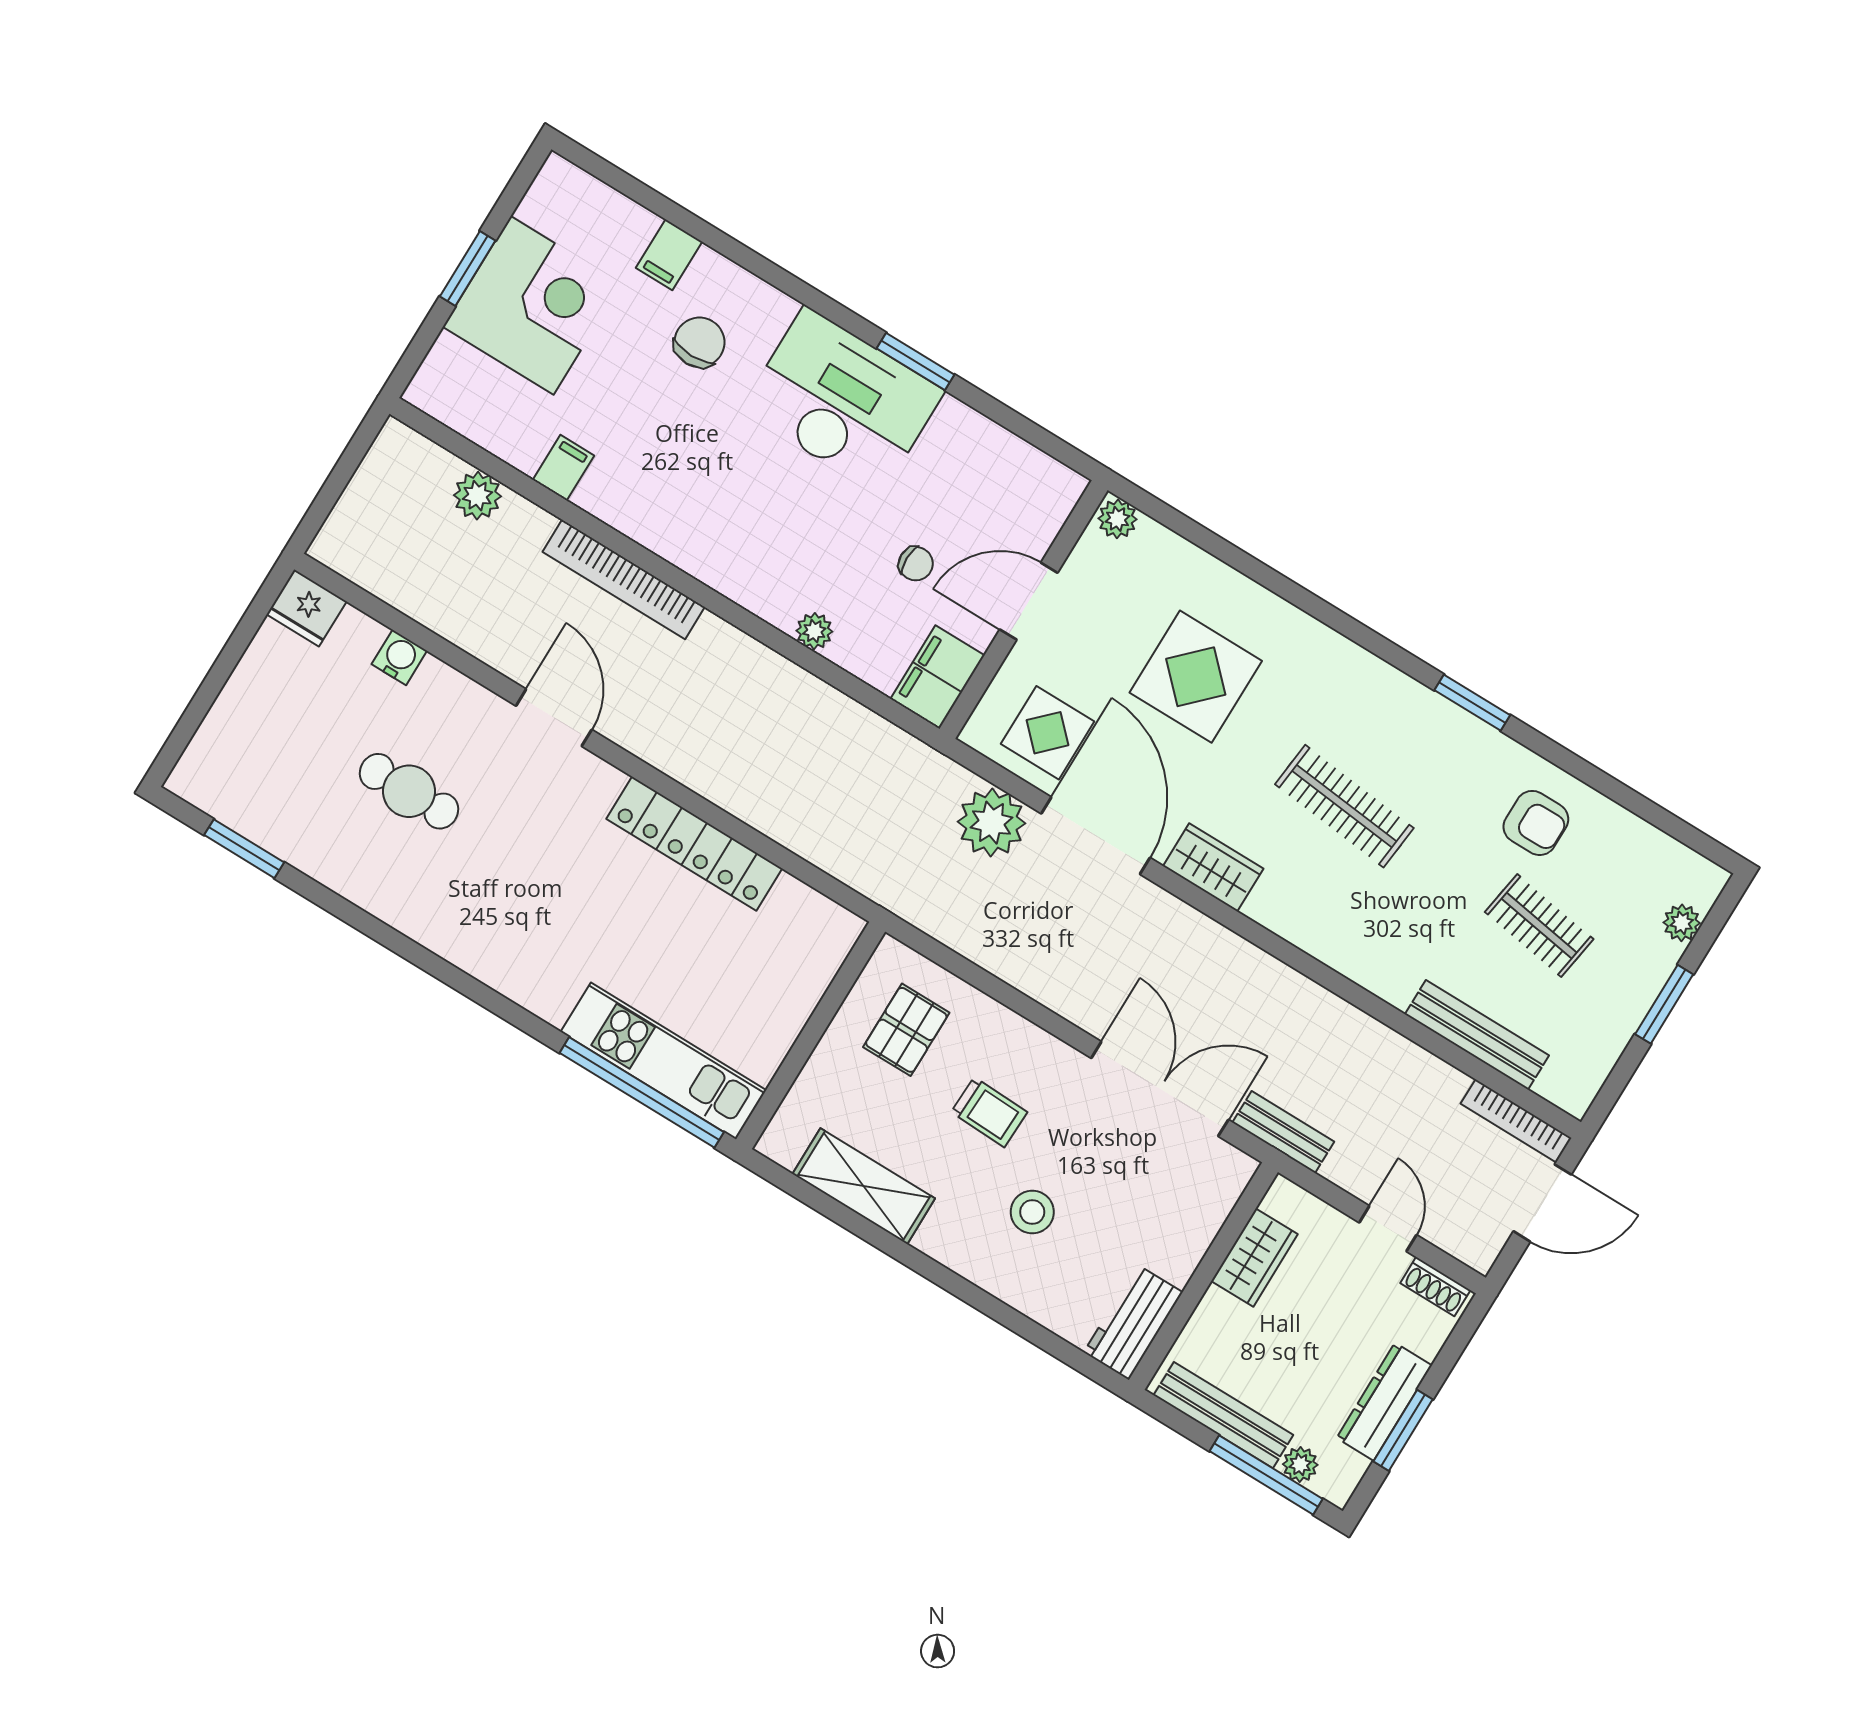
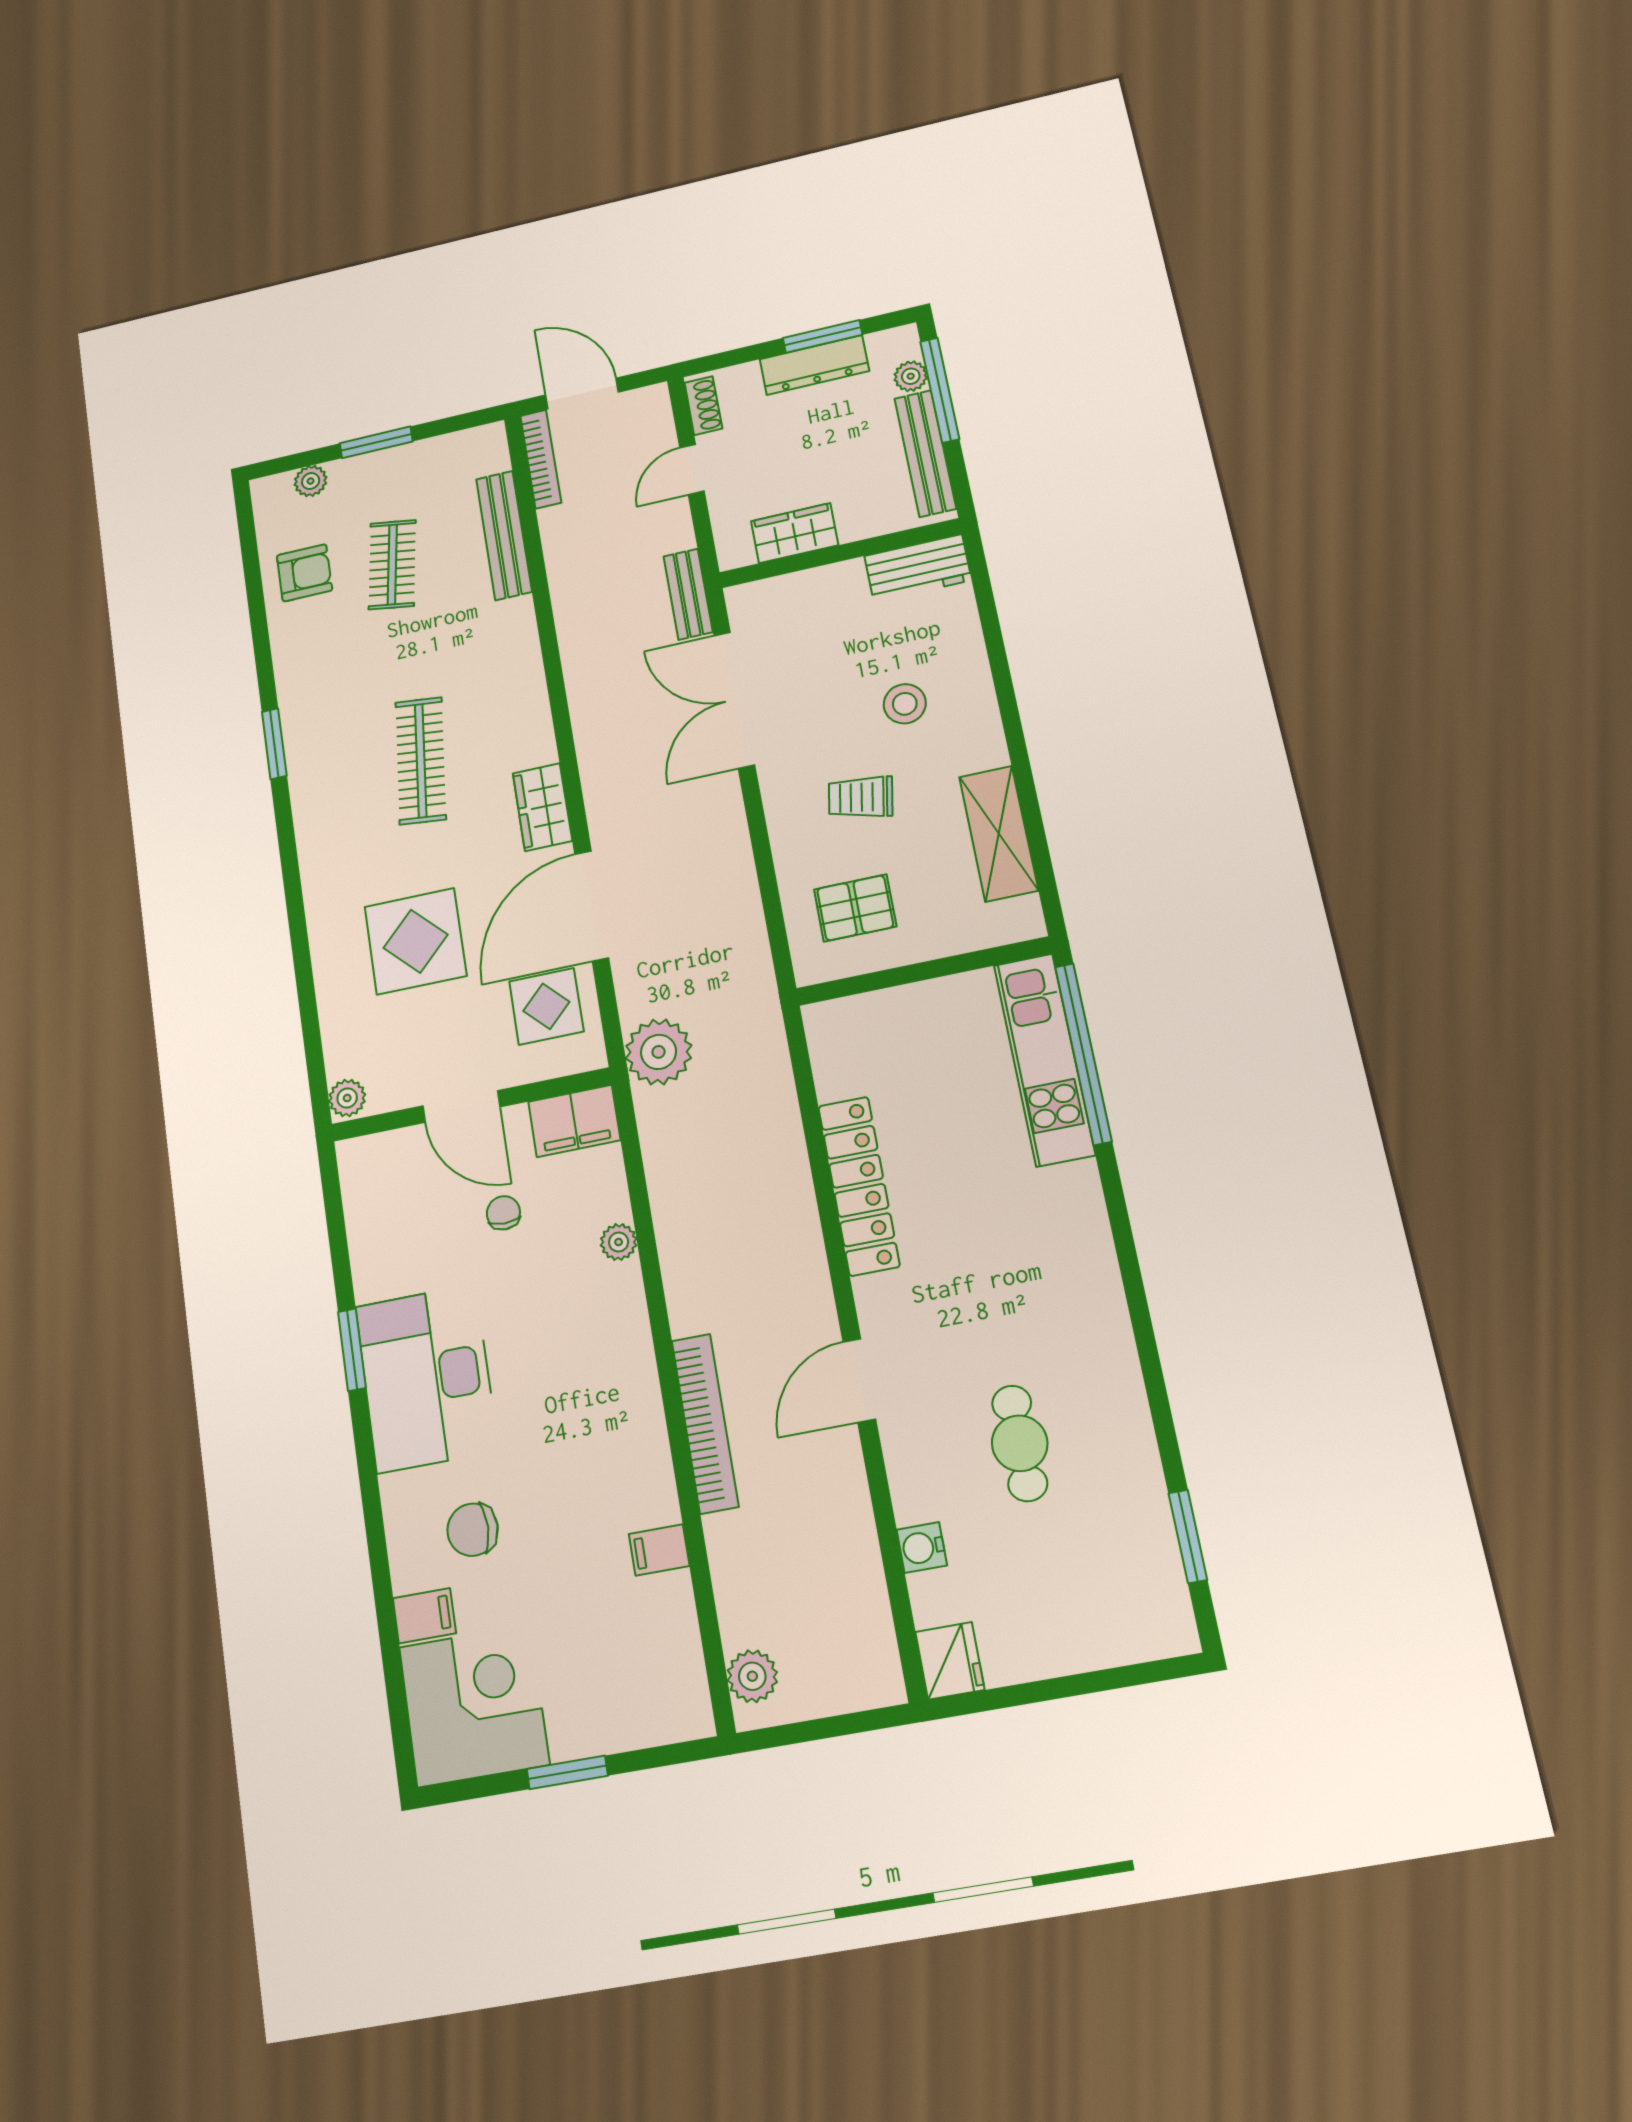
corner desk: (532, 305) -> (474, 1706), moved, turned 90
plant: (478, 496) -> (752, 1676), moved
plant: (991, 823) -> (659, 1052), moved
armchair: (1536, 823) -> (304, 573), moved, turned 90
trolley: (989, 1112) -> (861, 797), turned -82

